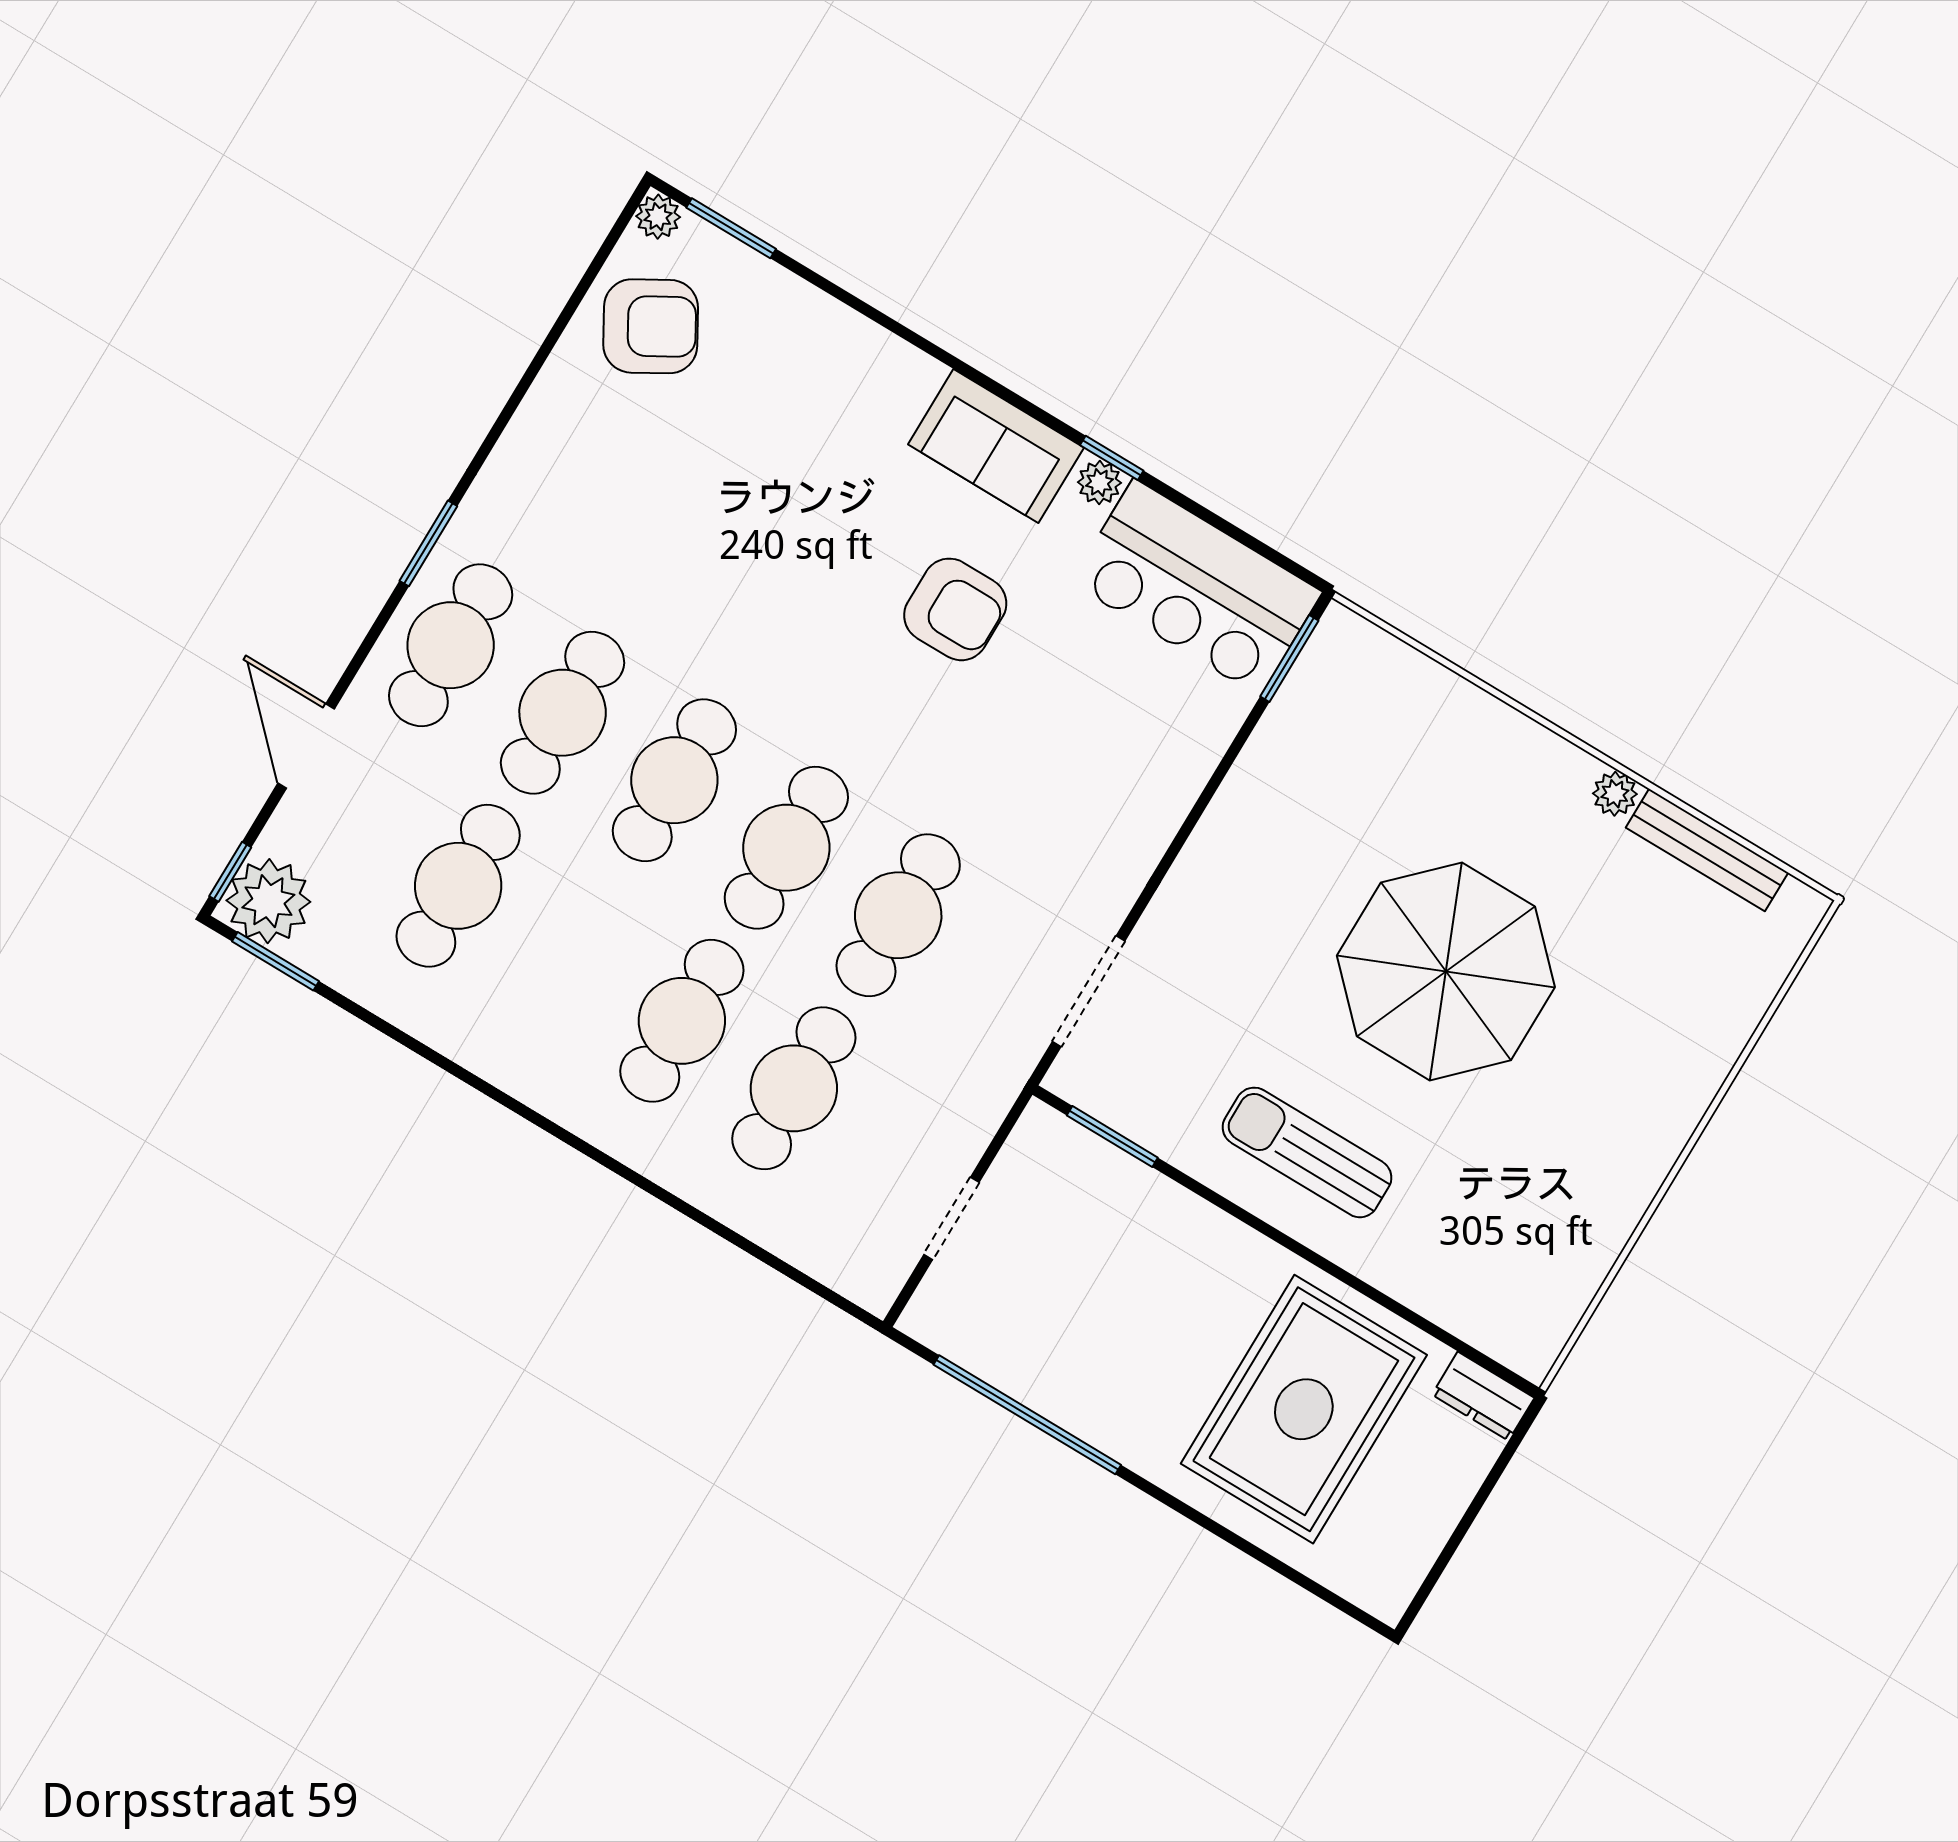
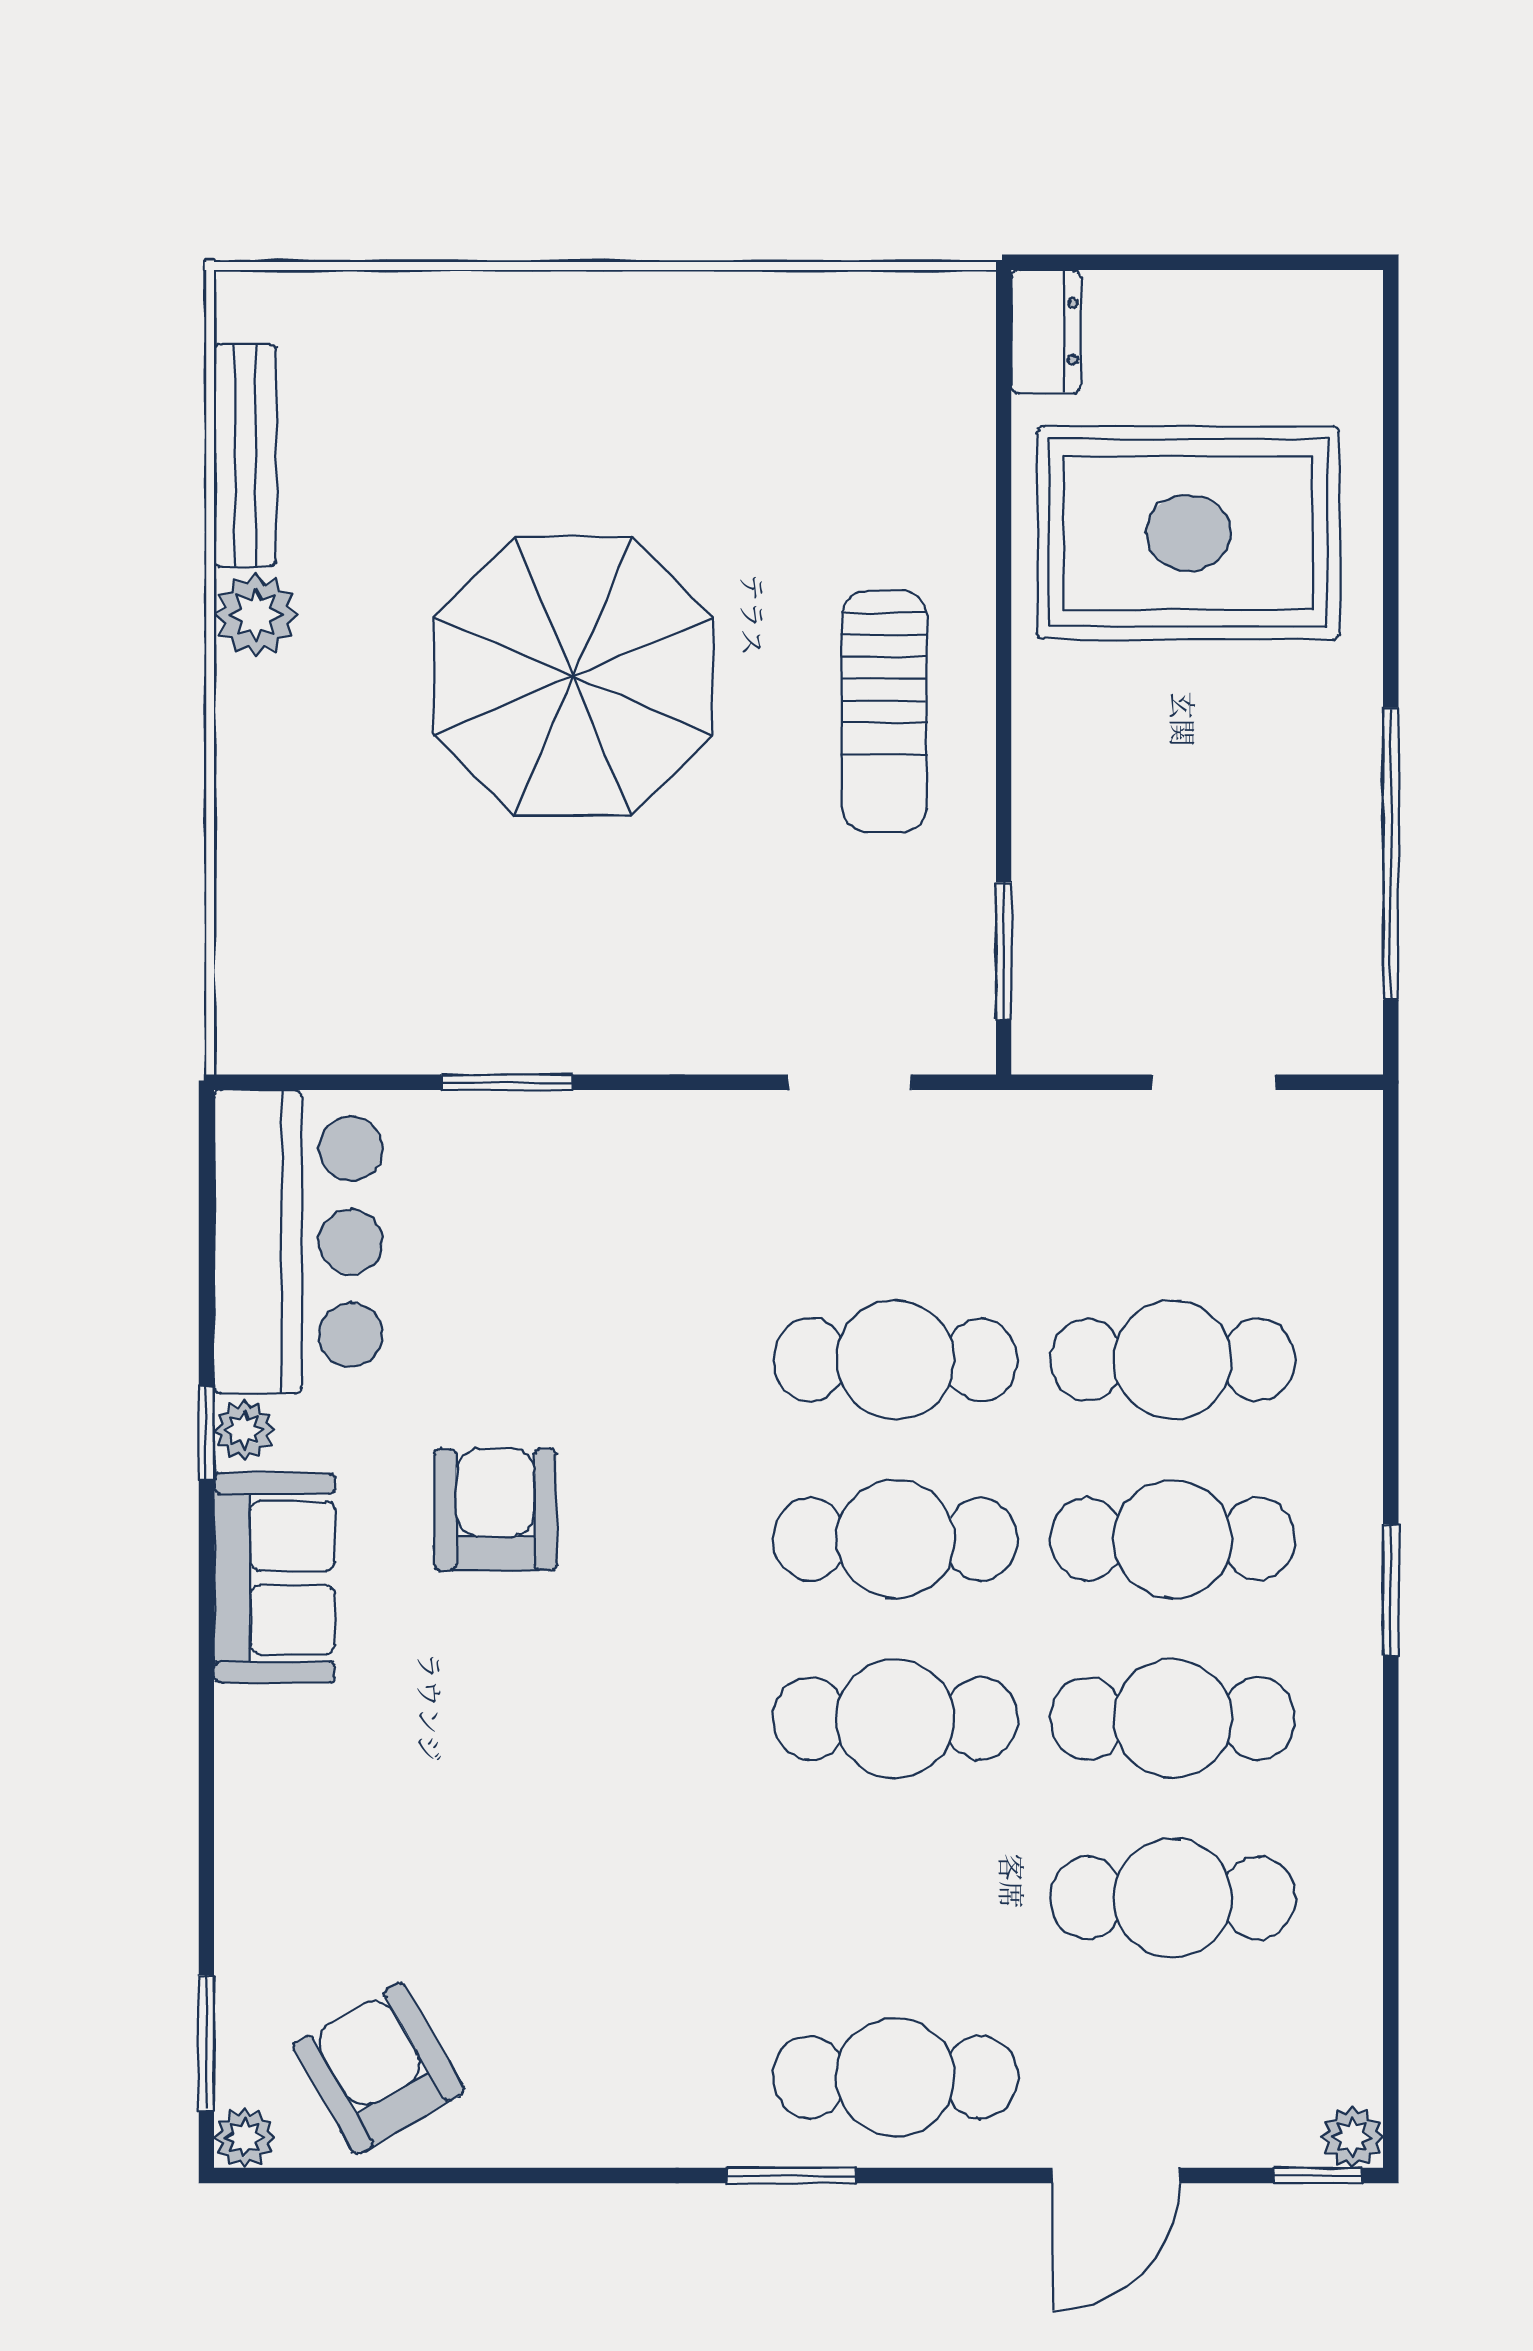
window: (1289, 658) -> (507, 1082), moved
cafe table: (563, 713) -> (1173, 1719), moved
plant: (1615, 794) -> (256, 615), width x1.38, depth x1.38
plant: (268, 901) -> (1352, 2137), width x0.53, depth x0.53
window: (275, 961) -> (1391, 1590), moved
doorway: (1089, 991) -> (850, 1082), width x0.73

